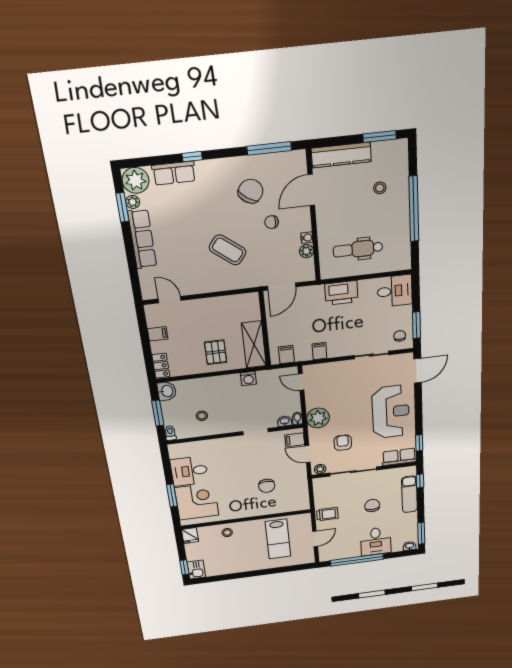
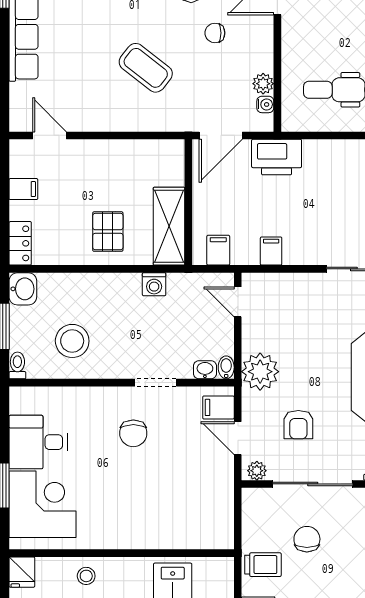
water cooler: (307, 238) -> (265, 104), moved
printer: (341, 293) -> (277, 157), moved
stool: (202, 416) -> (72, 341), width x1.89, depth x1.89
armchair: (343, 443) -> (298, 425), turned 180
chair: (267, 486) -> (133, 433), moved
chair: (372, 505) -> (307, 539), moved

